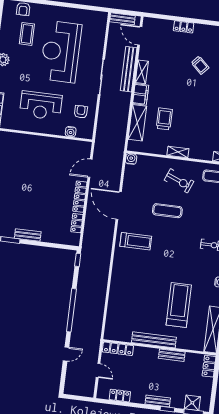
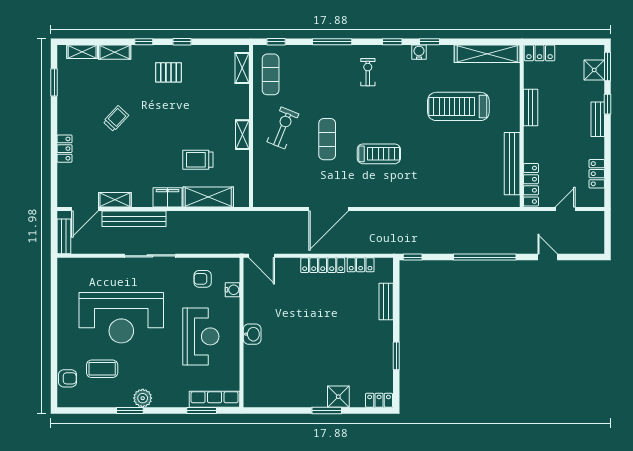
shelving: (142, 72) -> (115, 200), moved
washbasin: (38, 141) -> (252, 334), added
water cooler: (131, 159) -> (260, 199), removed
door: (90, 168) -> (262, 256), moved
bench: (28, 235) -> (386, 301), moved
treadmill: (136, 241) -> (379, 154), moved, turned 90
bench: (154, 340) -> (512, 164), moved

